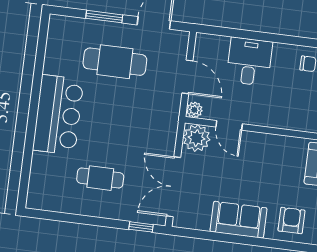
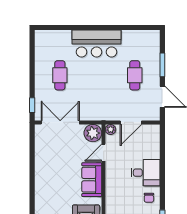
cafe table: (115, 62) -> (135, 75), width x0.73, depth x0.74
desk: (249, 62) -> (146, 173), moved
sofa: (238, 220) -> (92, 180), moved, turned 180
armchair: (291, 221) -> (48, 200), removed

